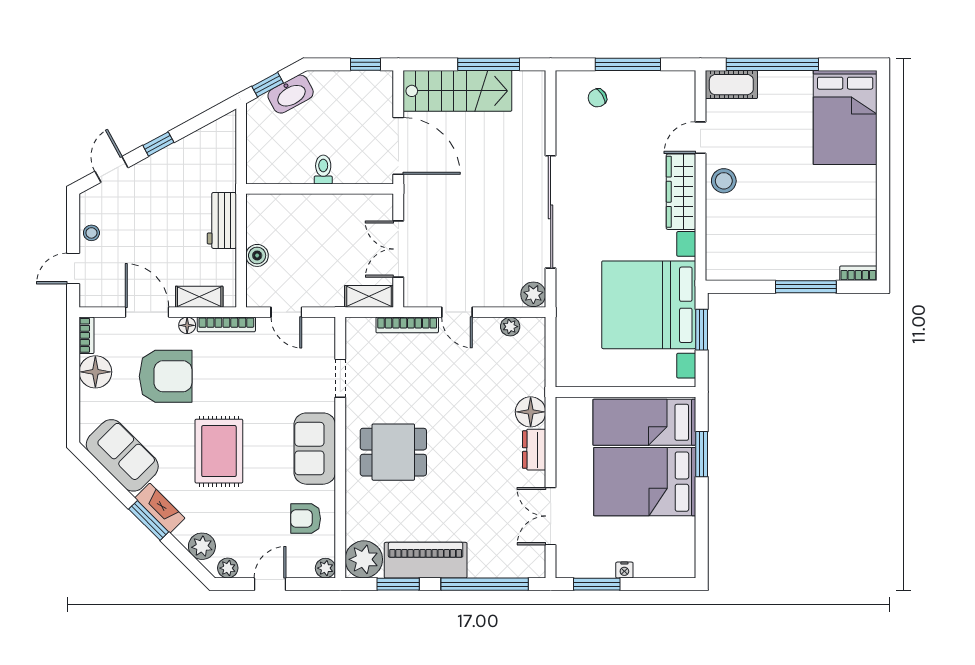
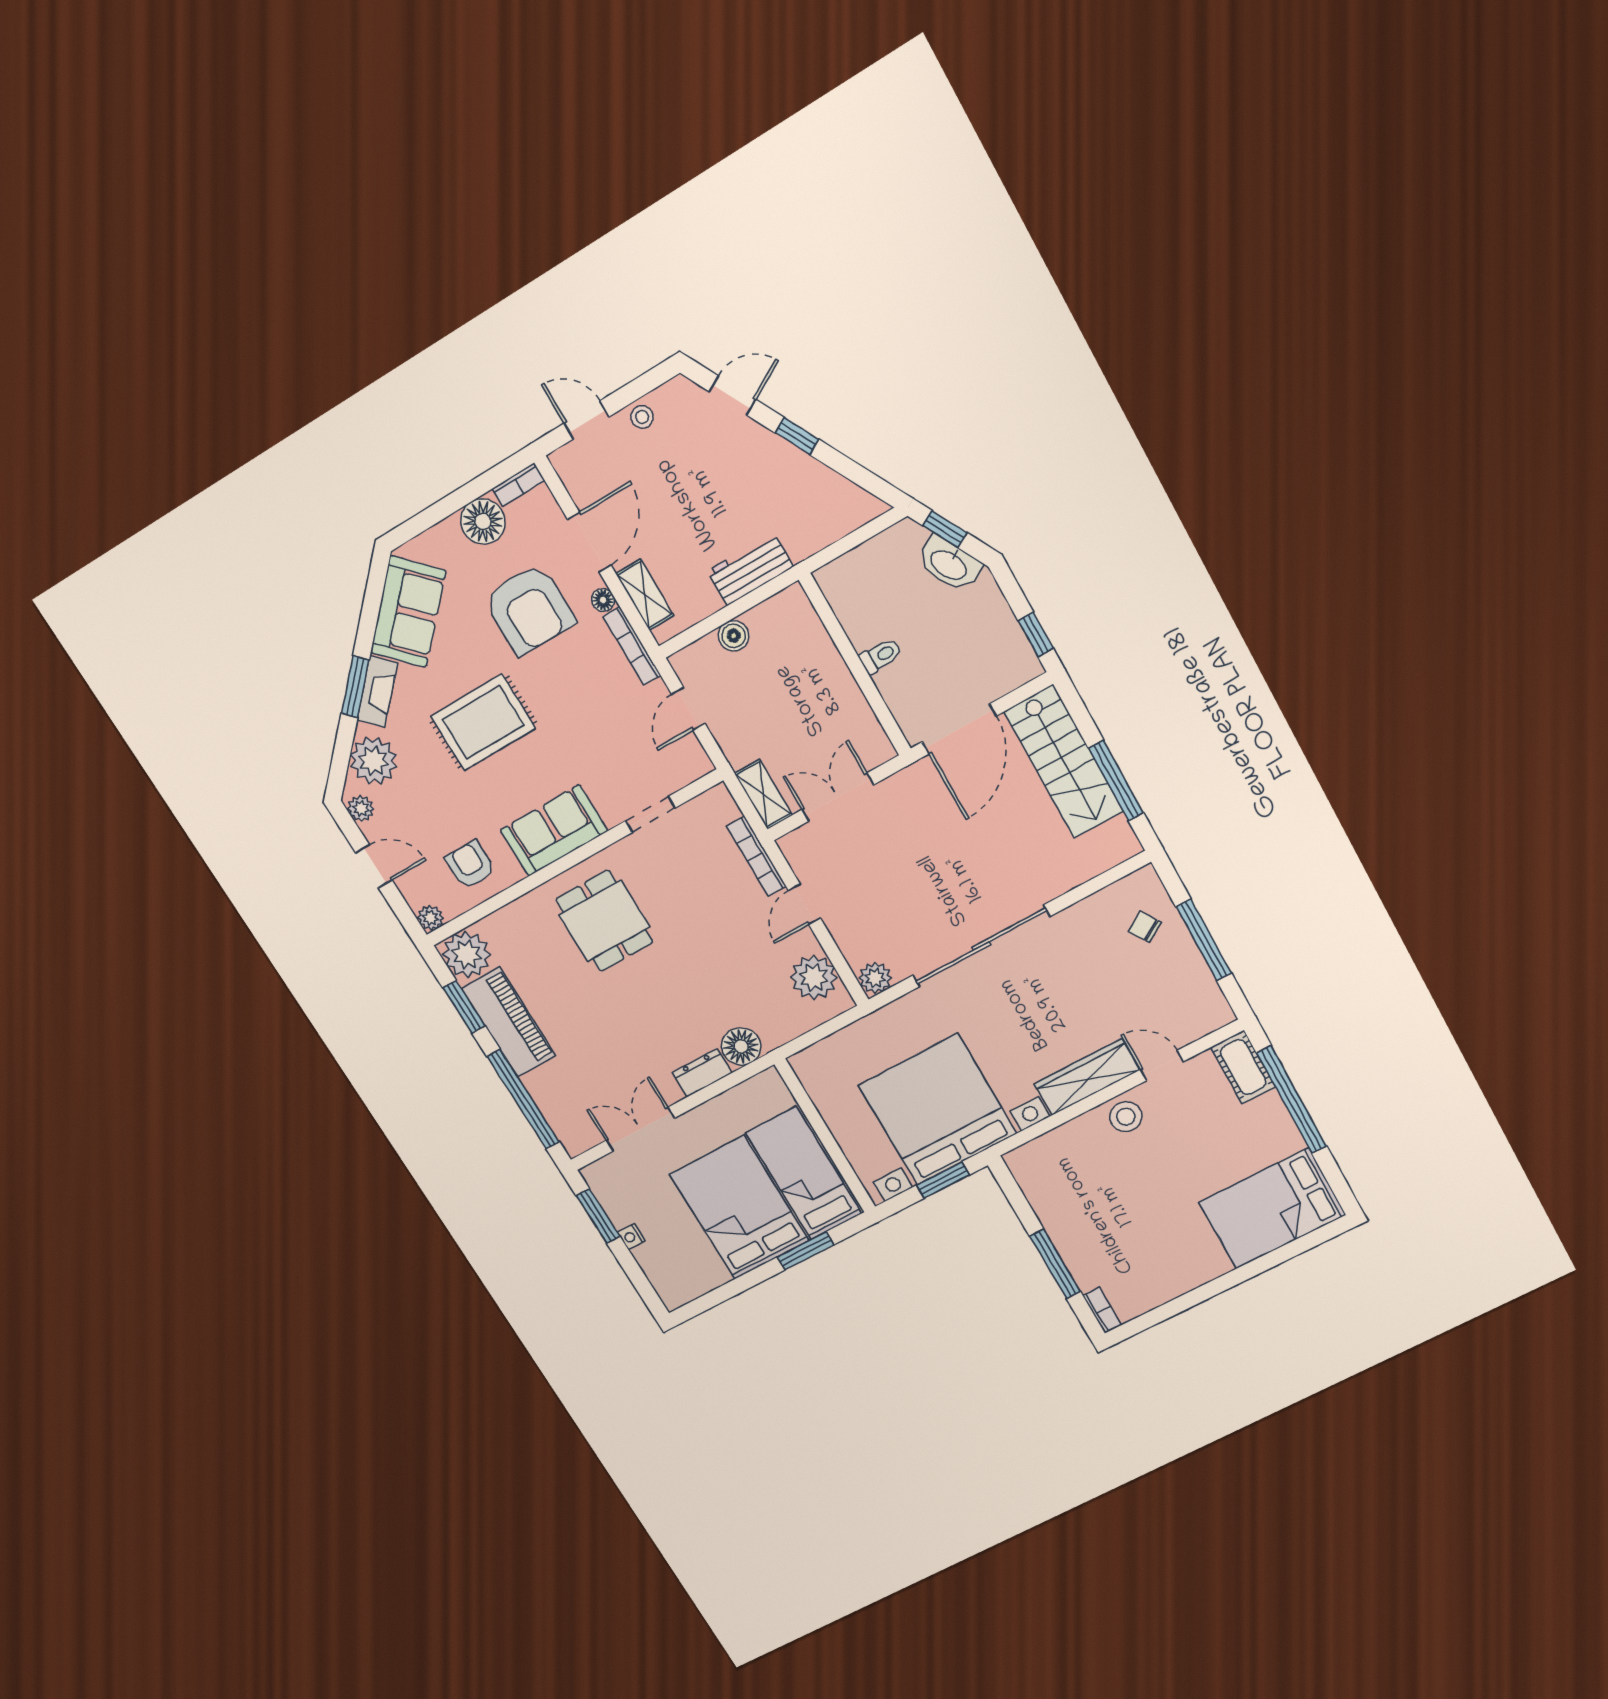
plant: (510, 327) -> (814, 977), width x1.88, depth x1.88
plant: (202, 546) -> (373, 761), width x1.36, depth x1.36

